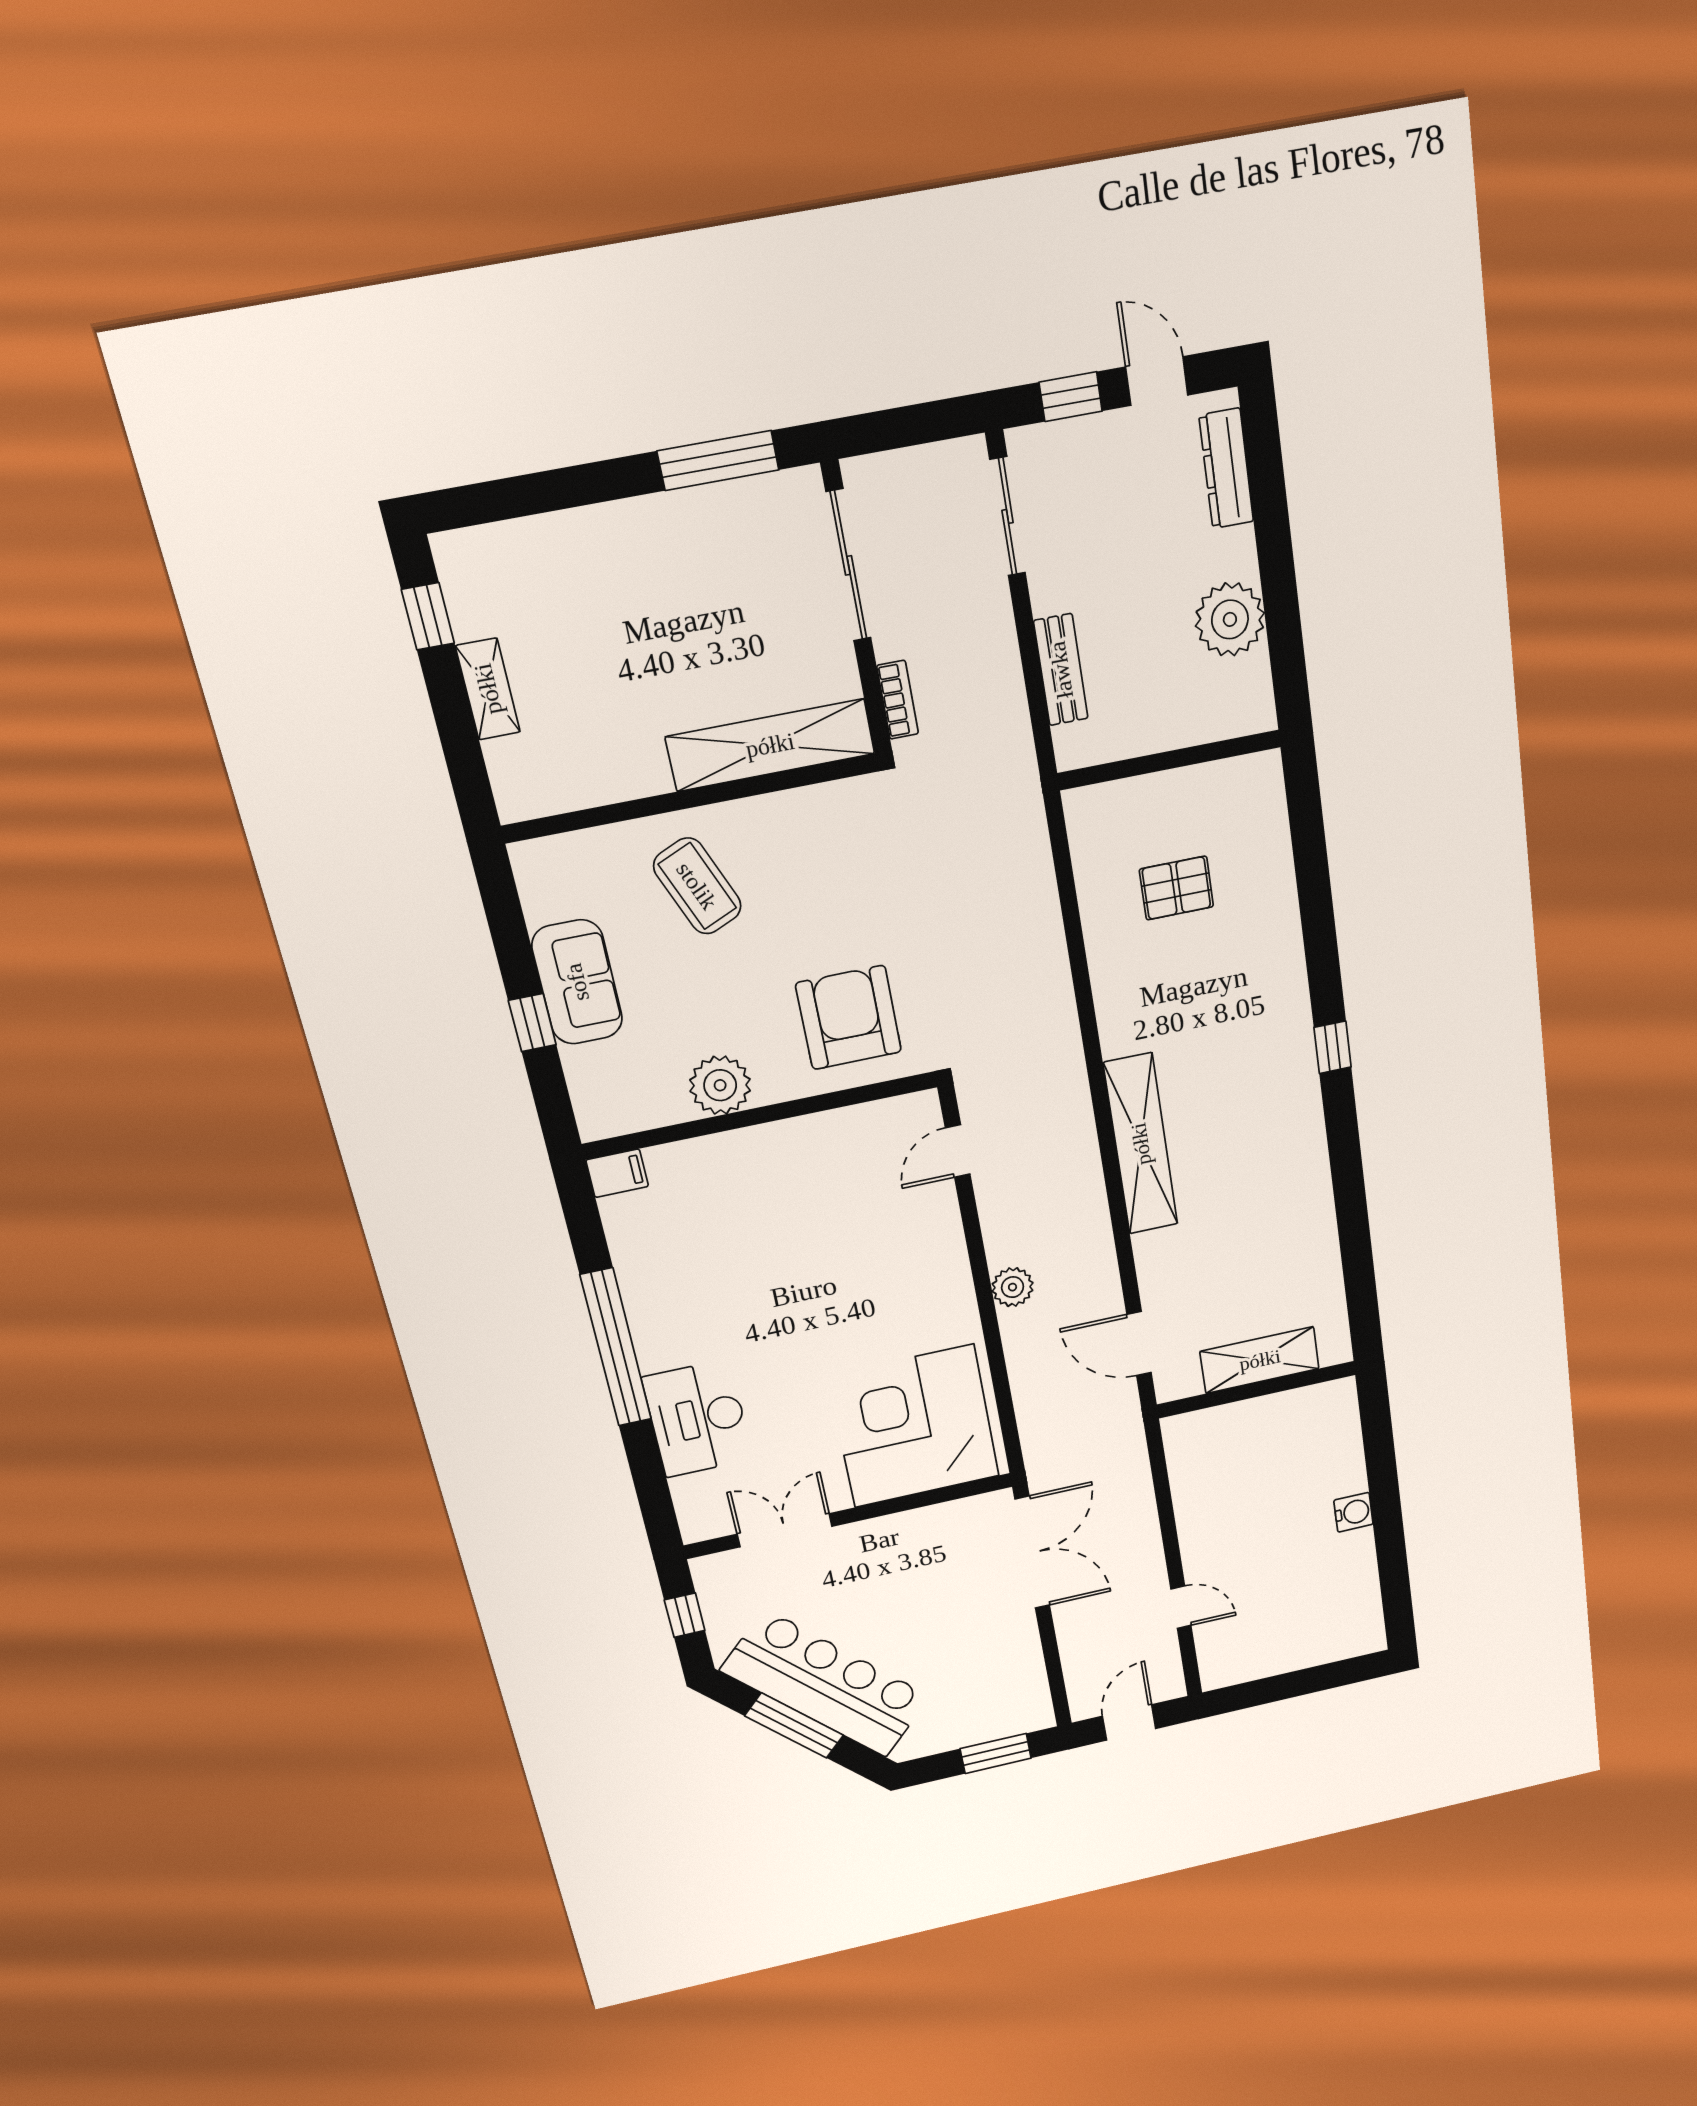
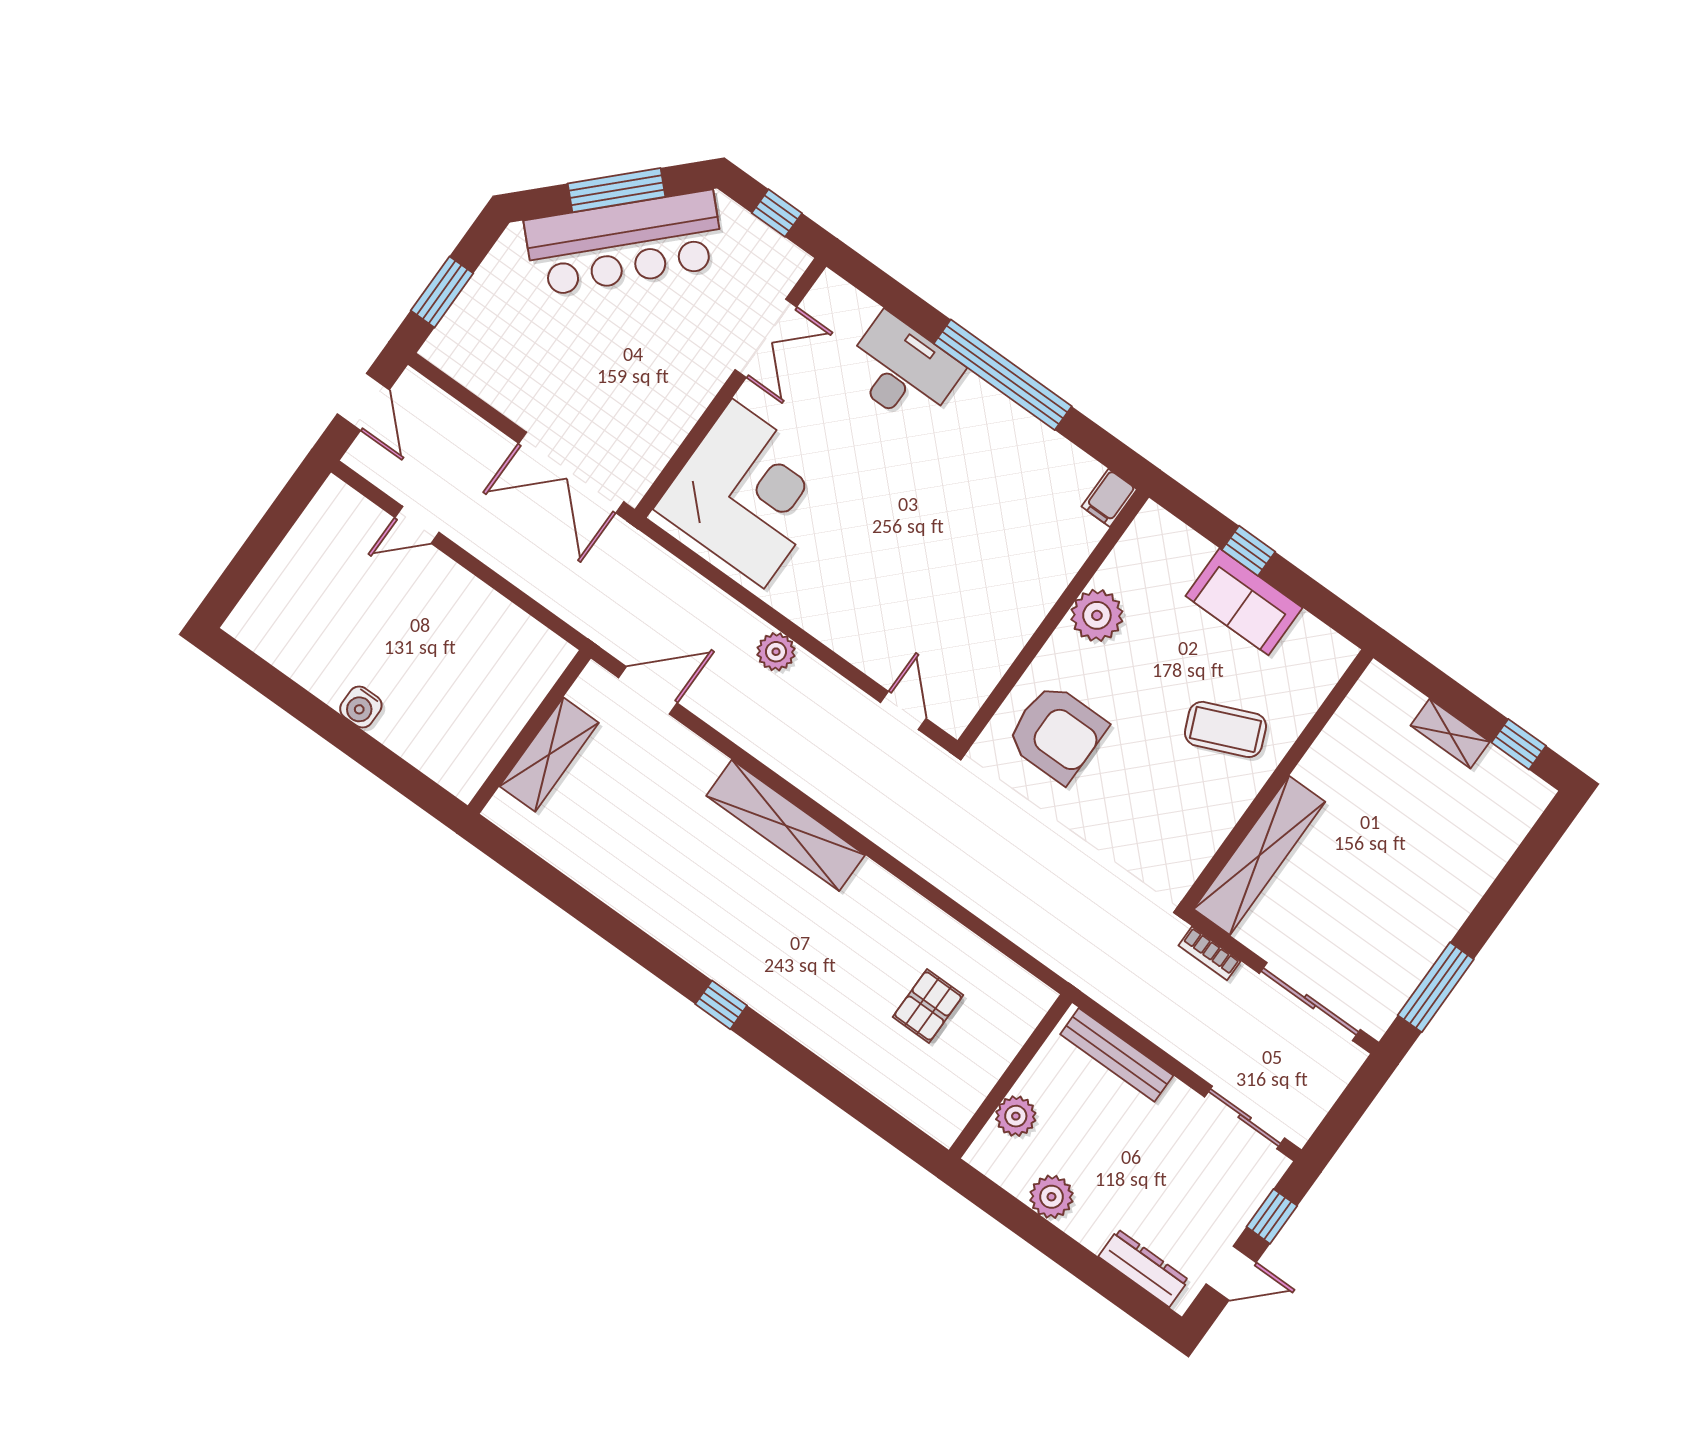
plant: (1230, 619) -> (1051, 1197), width x0.73, depth x0.73
bench: (1061, 670) -> (1117, 1055), width x1.36
plant: (1199, 721) -> (1016, 1116), added

